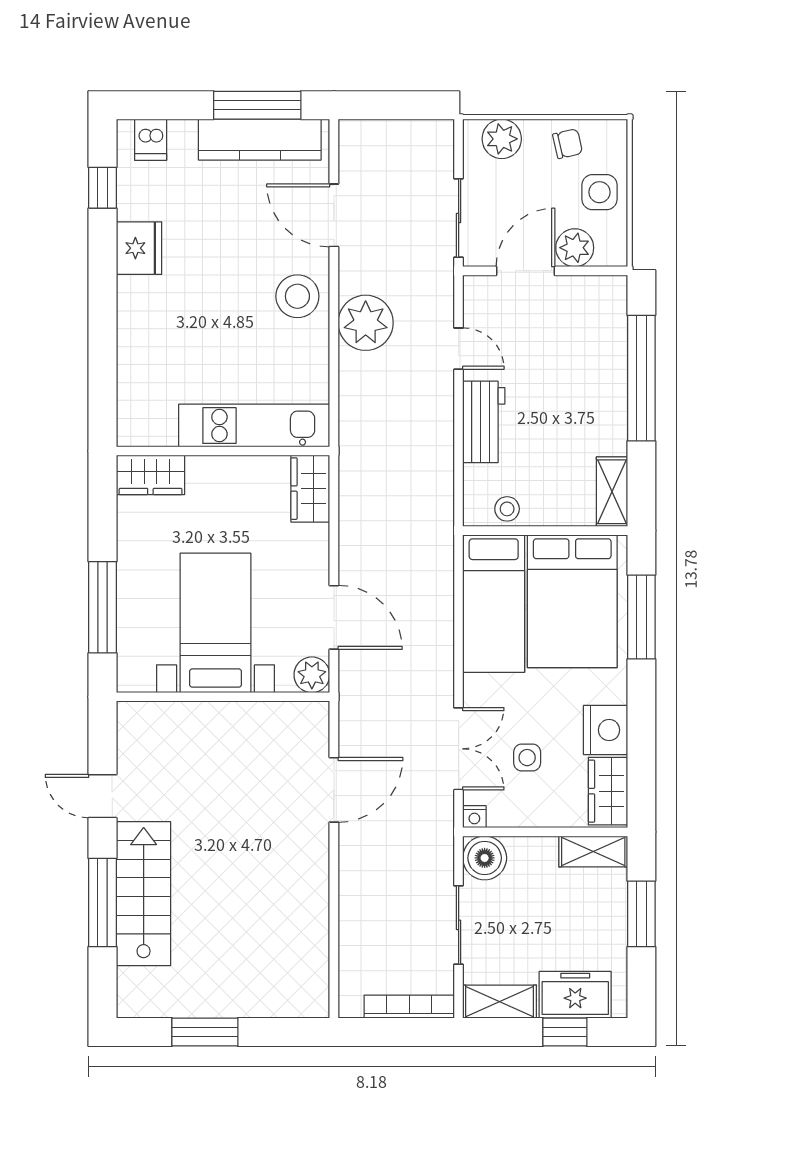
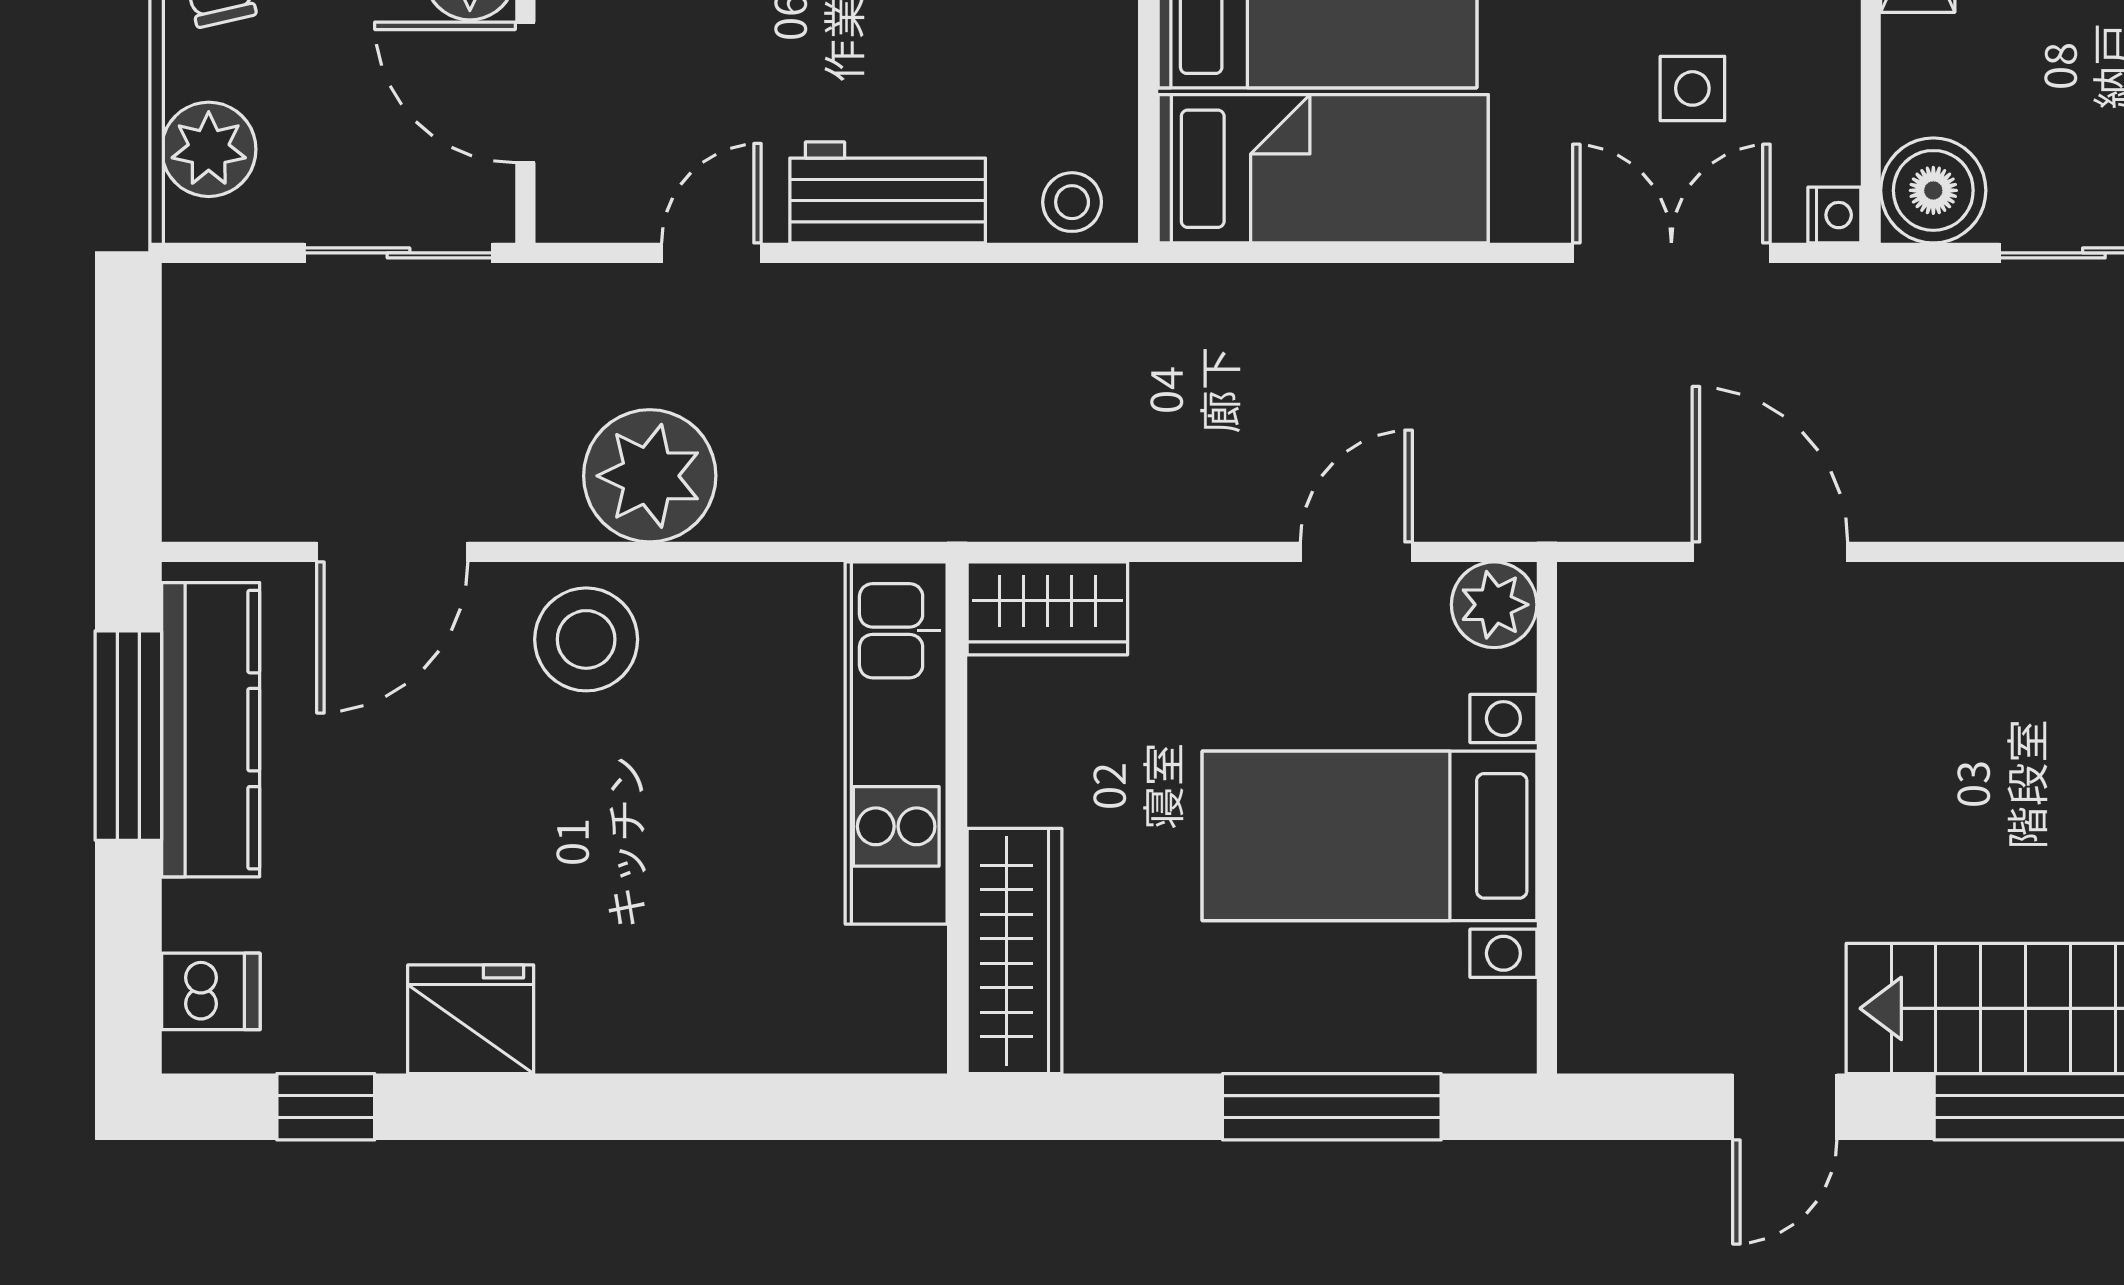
wardrobe: (150, 475) -> (1015, 951), width x1.50
stool: (507, 509) -> (1072, 202), moved
door: (334, 617) -> (1356, 552), width x0.73

